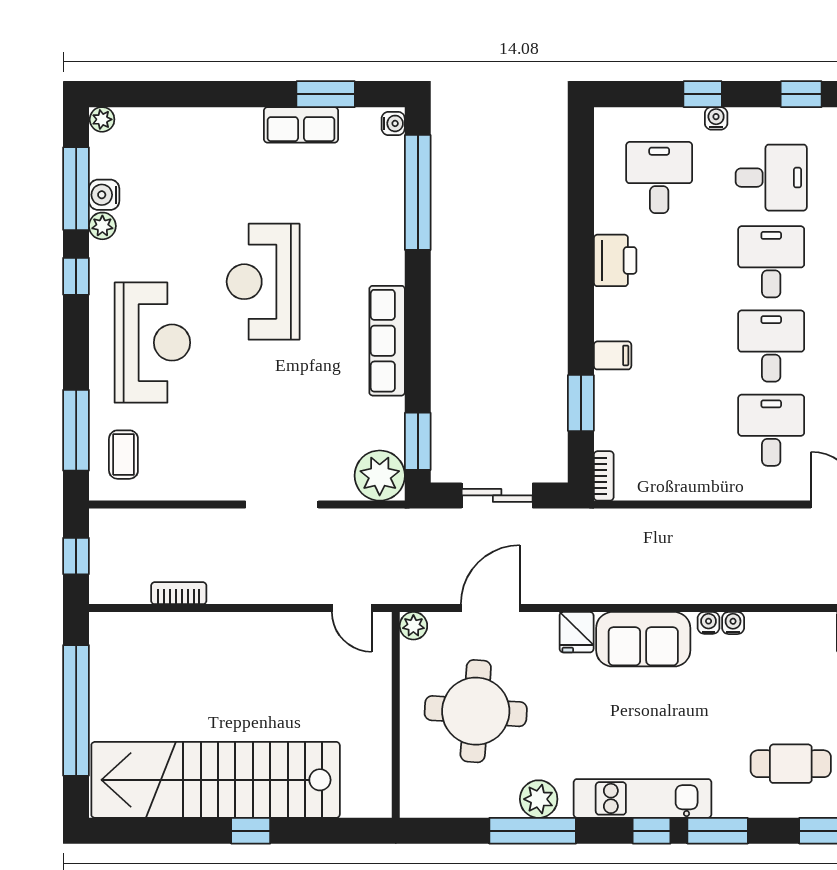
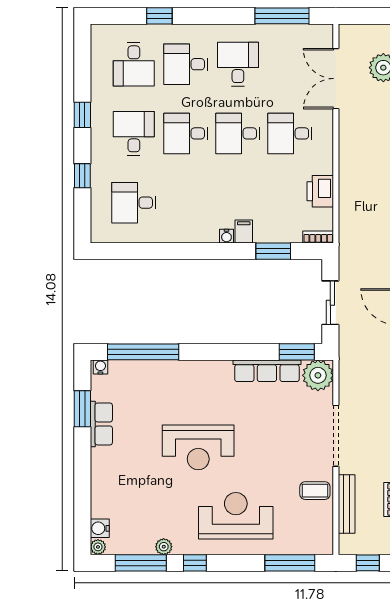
water cooler: (716, 118) -> (226, 236), moved, turned -90
water cooler: (104, 195) -> (100, 528), moved, turned 90
printer: (615, 260) -> (320, 191), moved, turned -90
row of seats: (387, 341) -> (267, 371), moved
coffee table: (123, 455) -> (315, 491), moved
doorway: (282, 505) -> (336, 436), width x1.36
bench: (171, 522) -> (347, 504), added

